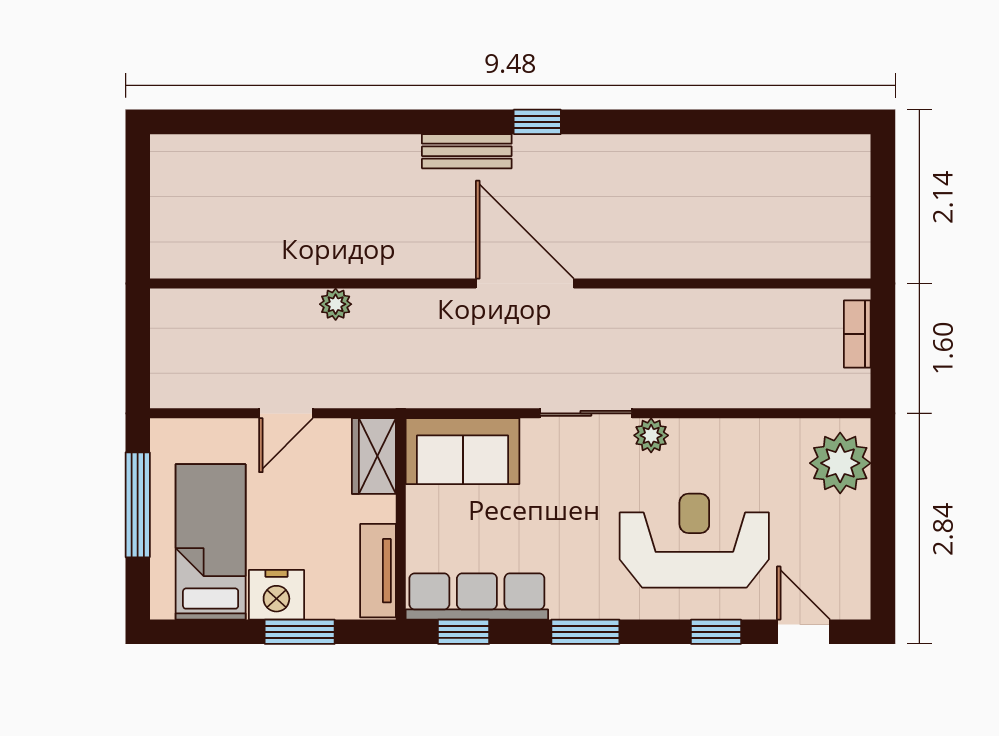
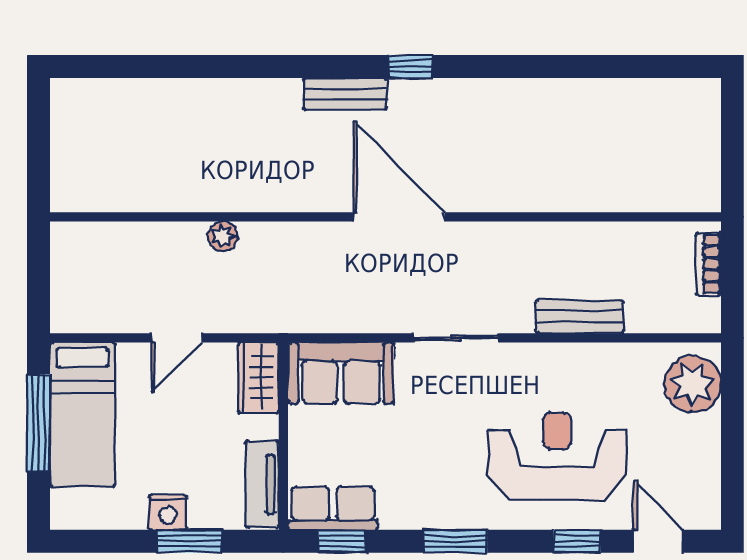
bench: (719, 391) -> (580, 317), added
plant: (651, 435) -> (517, 358), removed
bed: (211, 542) -> (82, 415), moved, turned 180
nightstand: (276, 595) -> (168, 512), width x0.74, depth x0.75
row of seats: (477, 596) -> (333, 508), width x0.68

